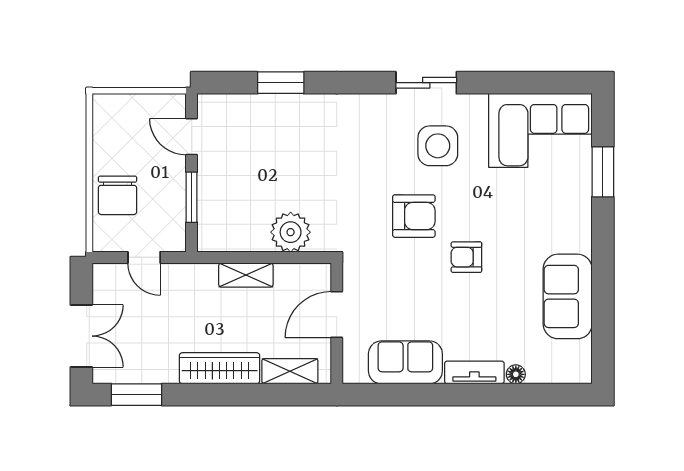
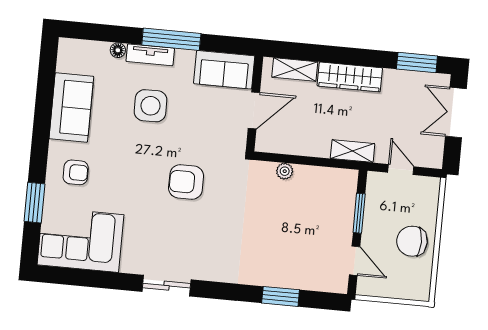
side table: (438, 146) -> (151, 106), moved
chair: (118, 195) -> (412, 241), moved, turned -90
plant: (291, 232) -> (285, 171), width x0.53, depth x0.53
armchair: (466, 257) -> (76, 172), moved
shelving: (246, 275) -> (353, 151), moved
sofa: (405, 362) -> (224, 70), moved
window: (449, 395) -> (171, 39), added

